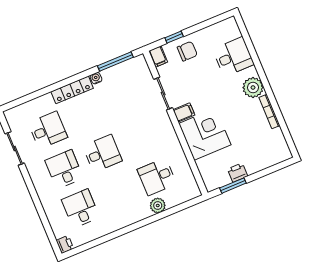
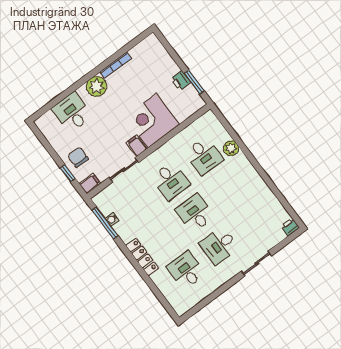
water cooler: (96, 78) -> (112, 219), moved
sliding door: (15, 148) -> (256, 264), moved
desk: (80, 209) -> (171, 181), moved, turned -90

